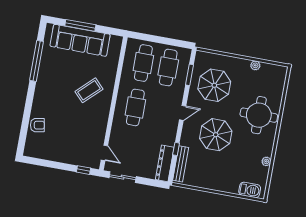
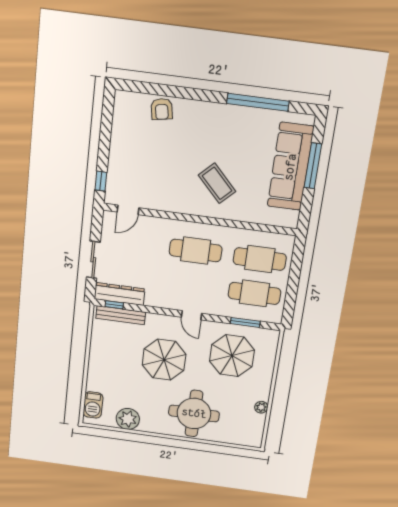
window: (176, 149) -> (114, 305), moved
plant: (266, 161) -> (128, 419), width x1.88, depth x1.88
sliding door: (123, 177) -> (93, 260), moved

